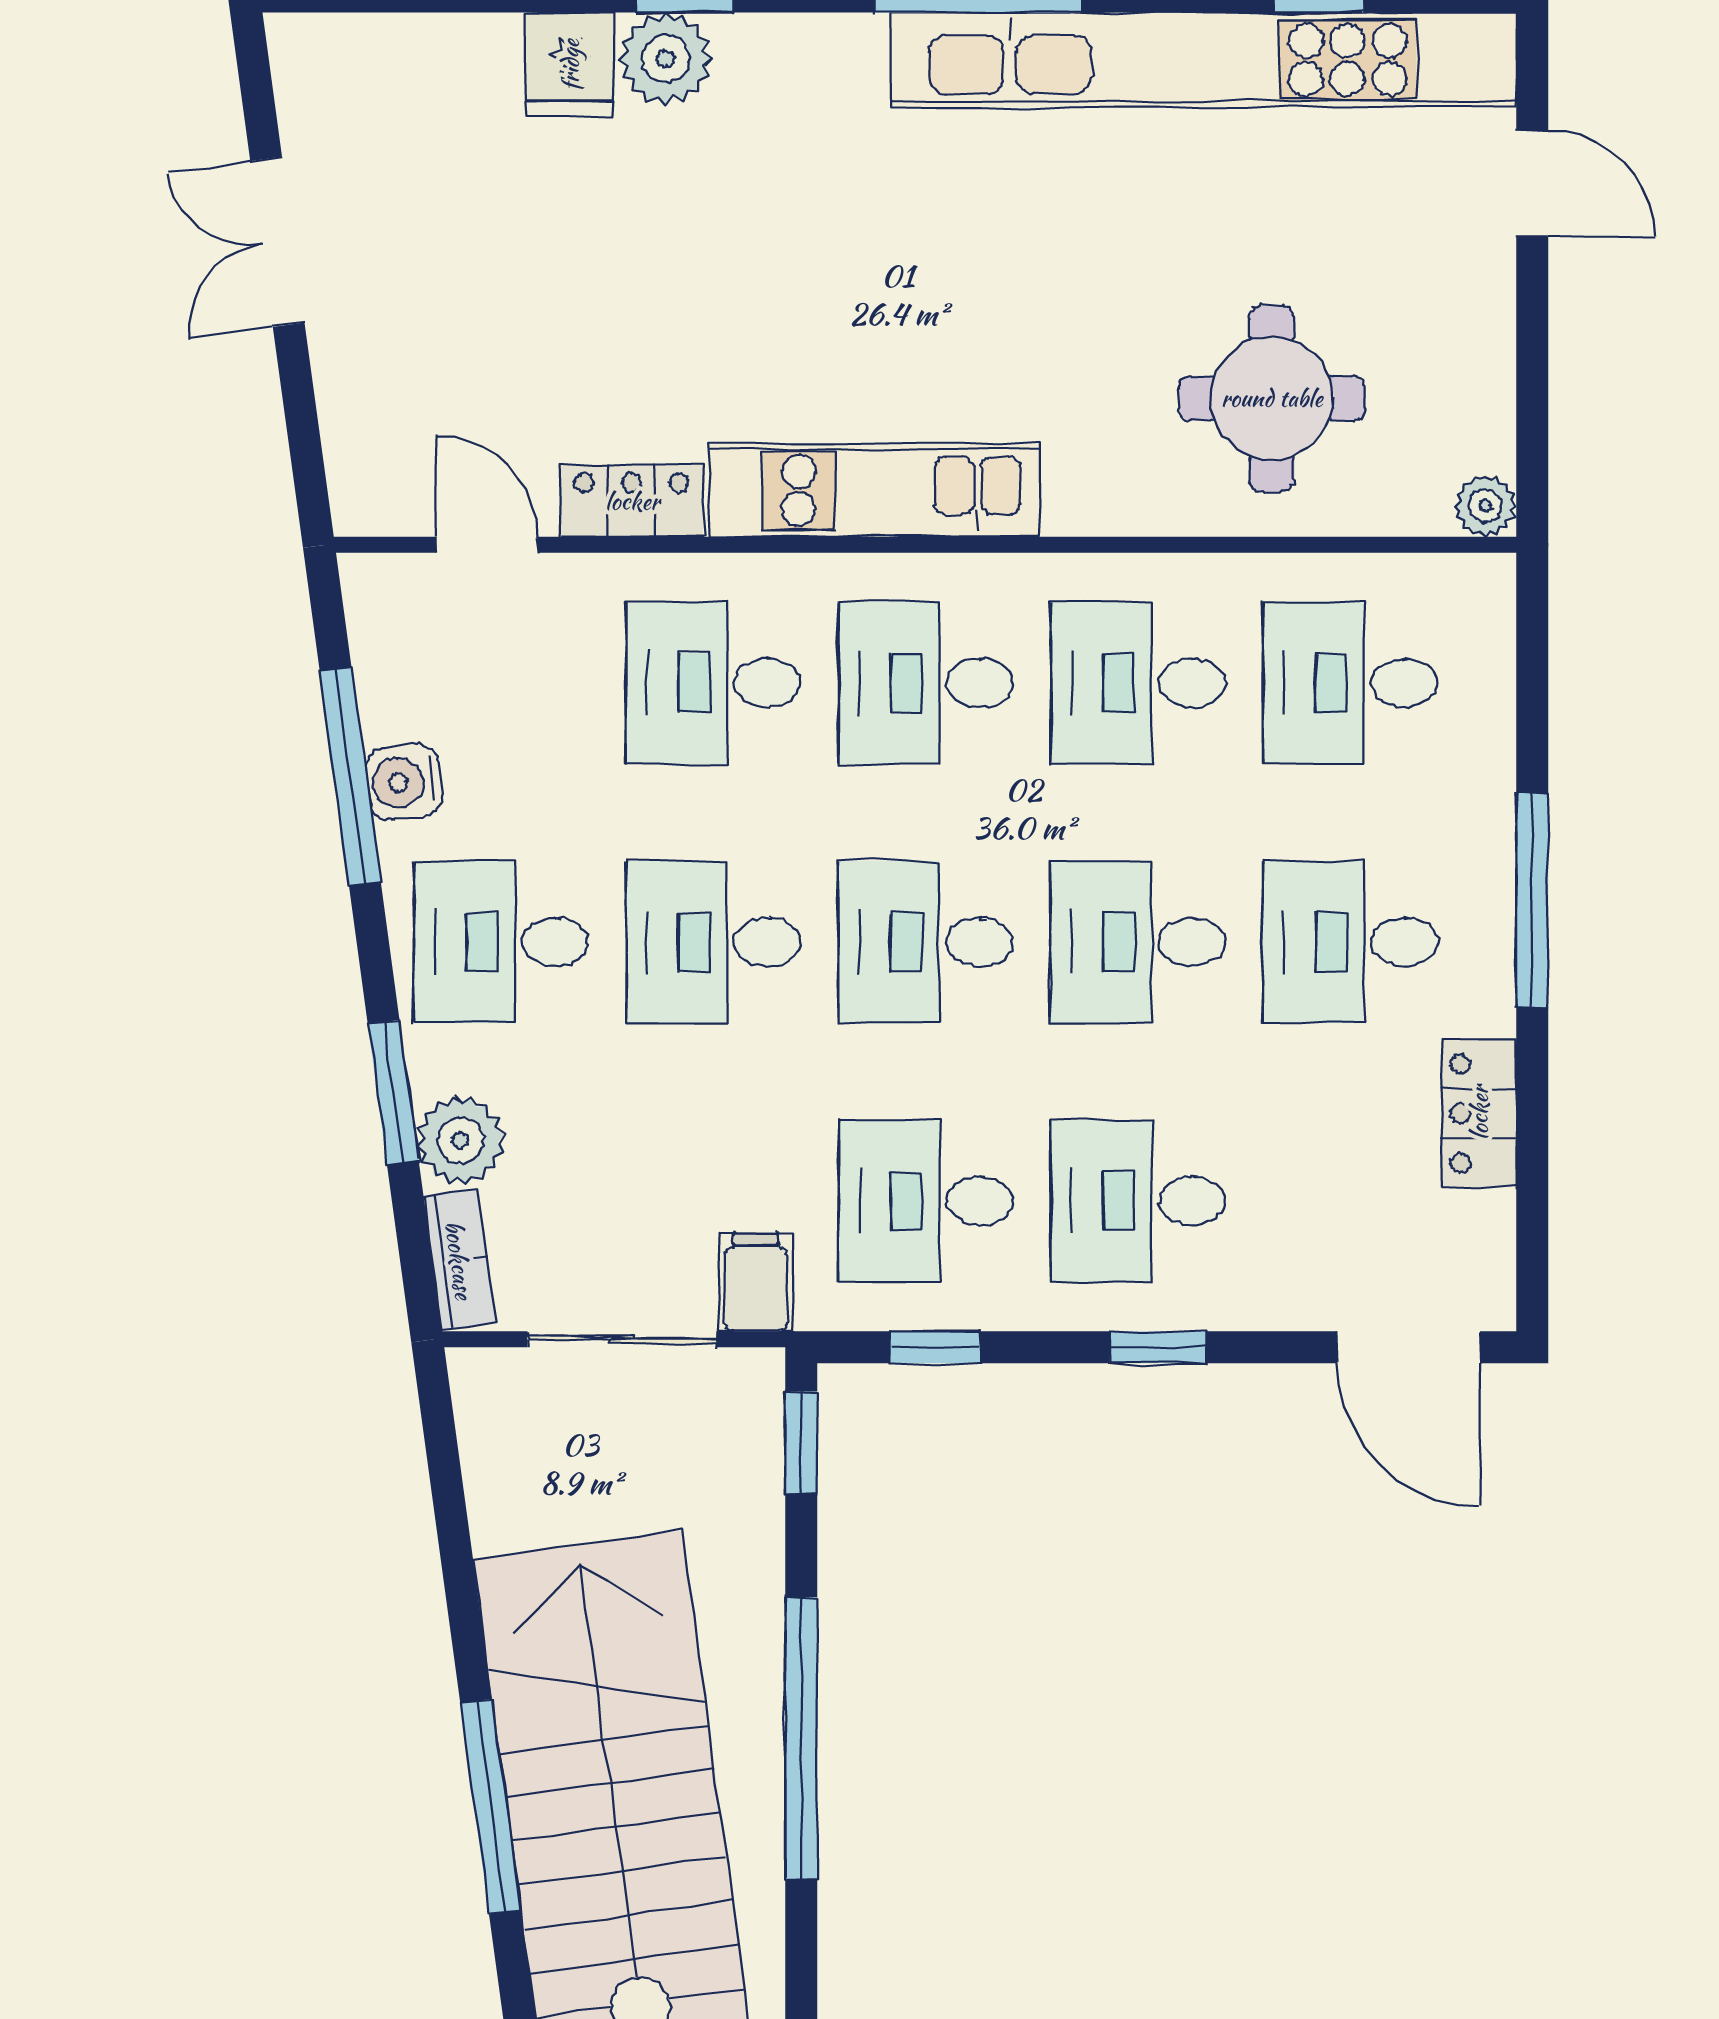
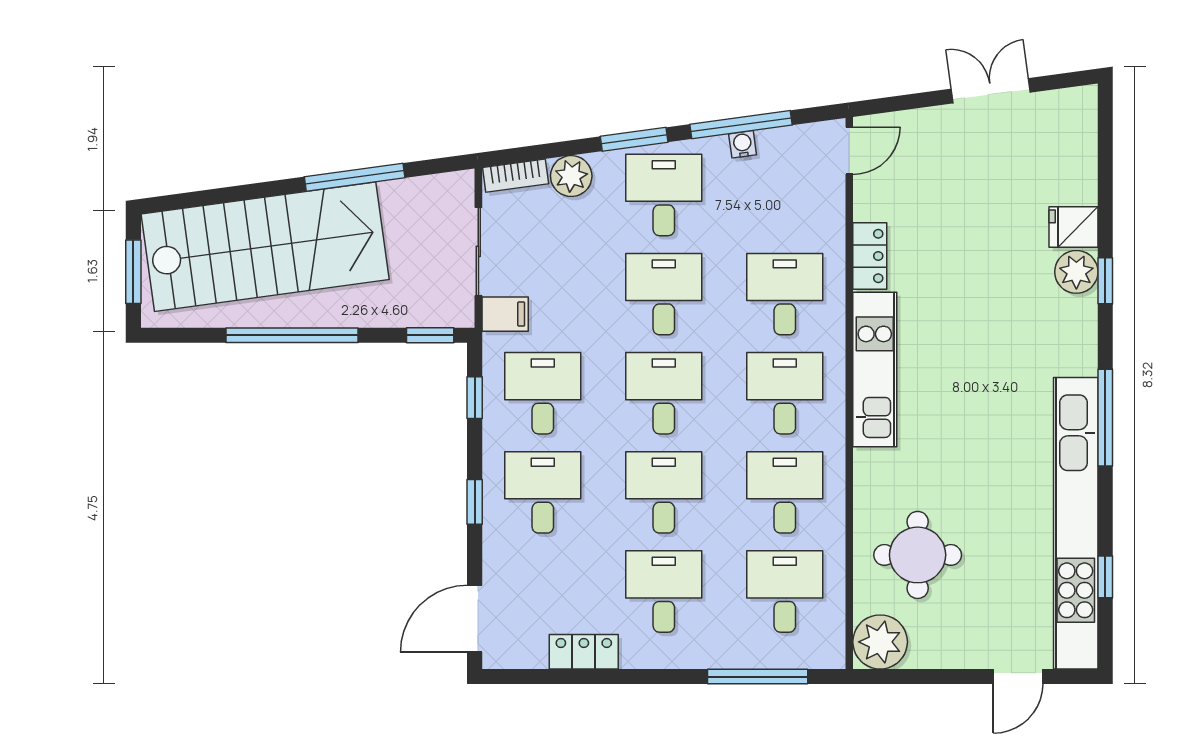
plant: (1485, 506) -> (880, 642), width x1.88, depth x1.88
door: (487, 545) -> (849, 151), moved
water cooler: (404, 782) -> (743, 144), width x0.72, depth x0.72
window: (1532, 900) -> (758, 677), moved
window: (393, 1093) -> (634, 139), moved
window: (491, 1807) -> (355, 177), moved

